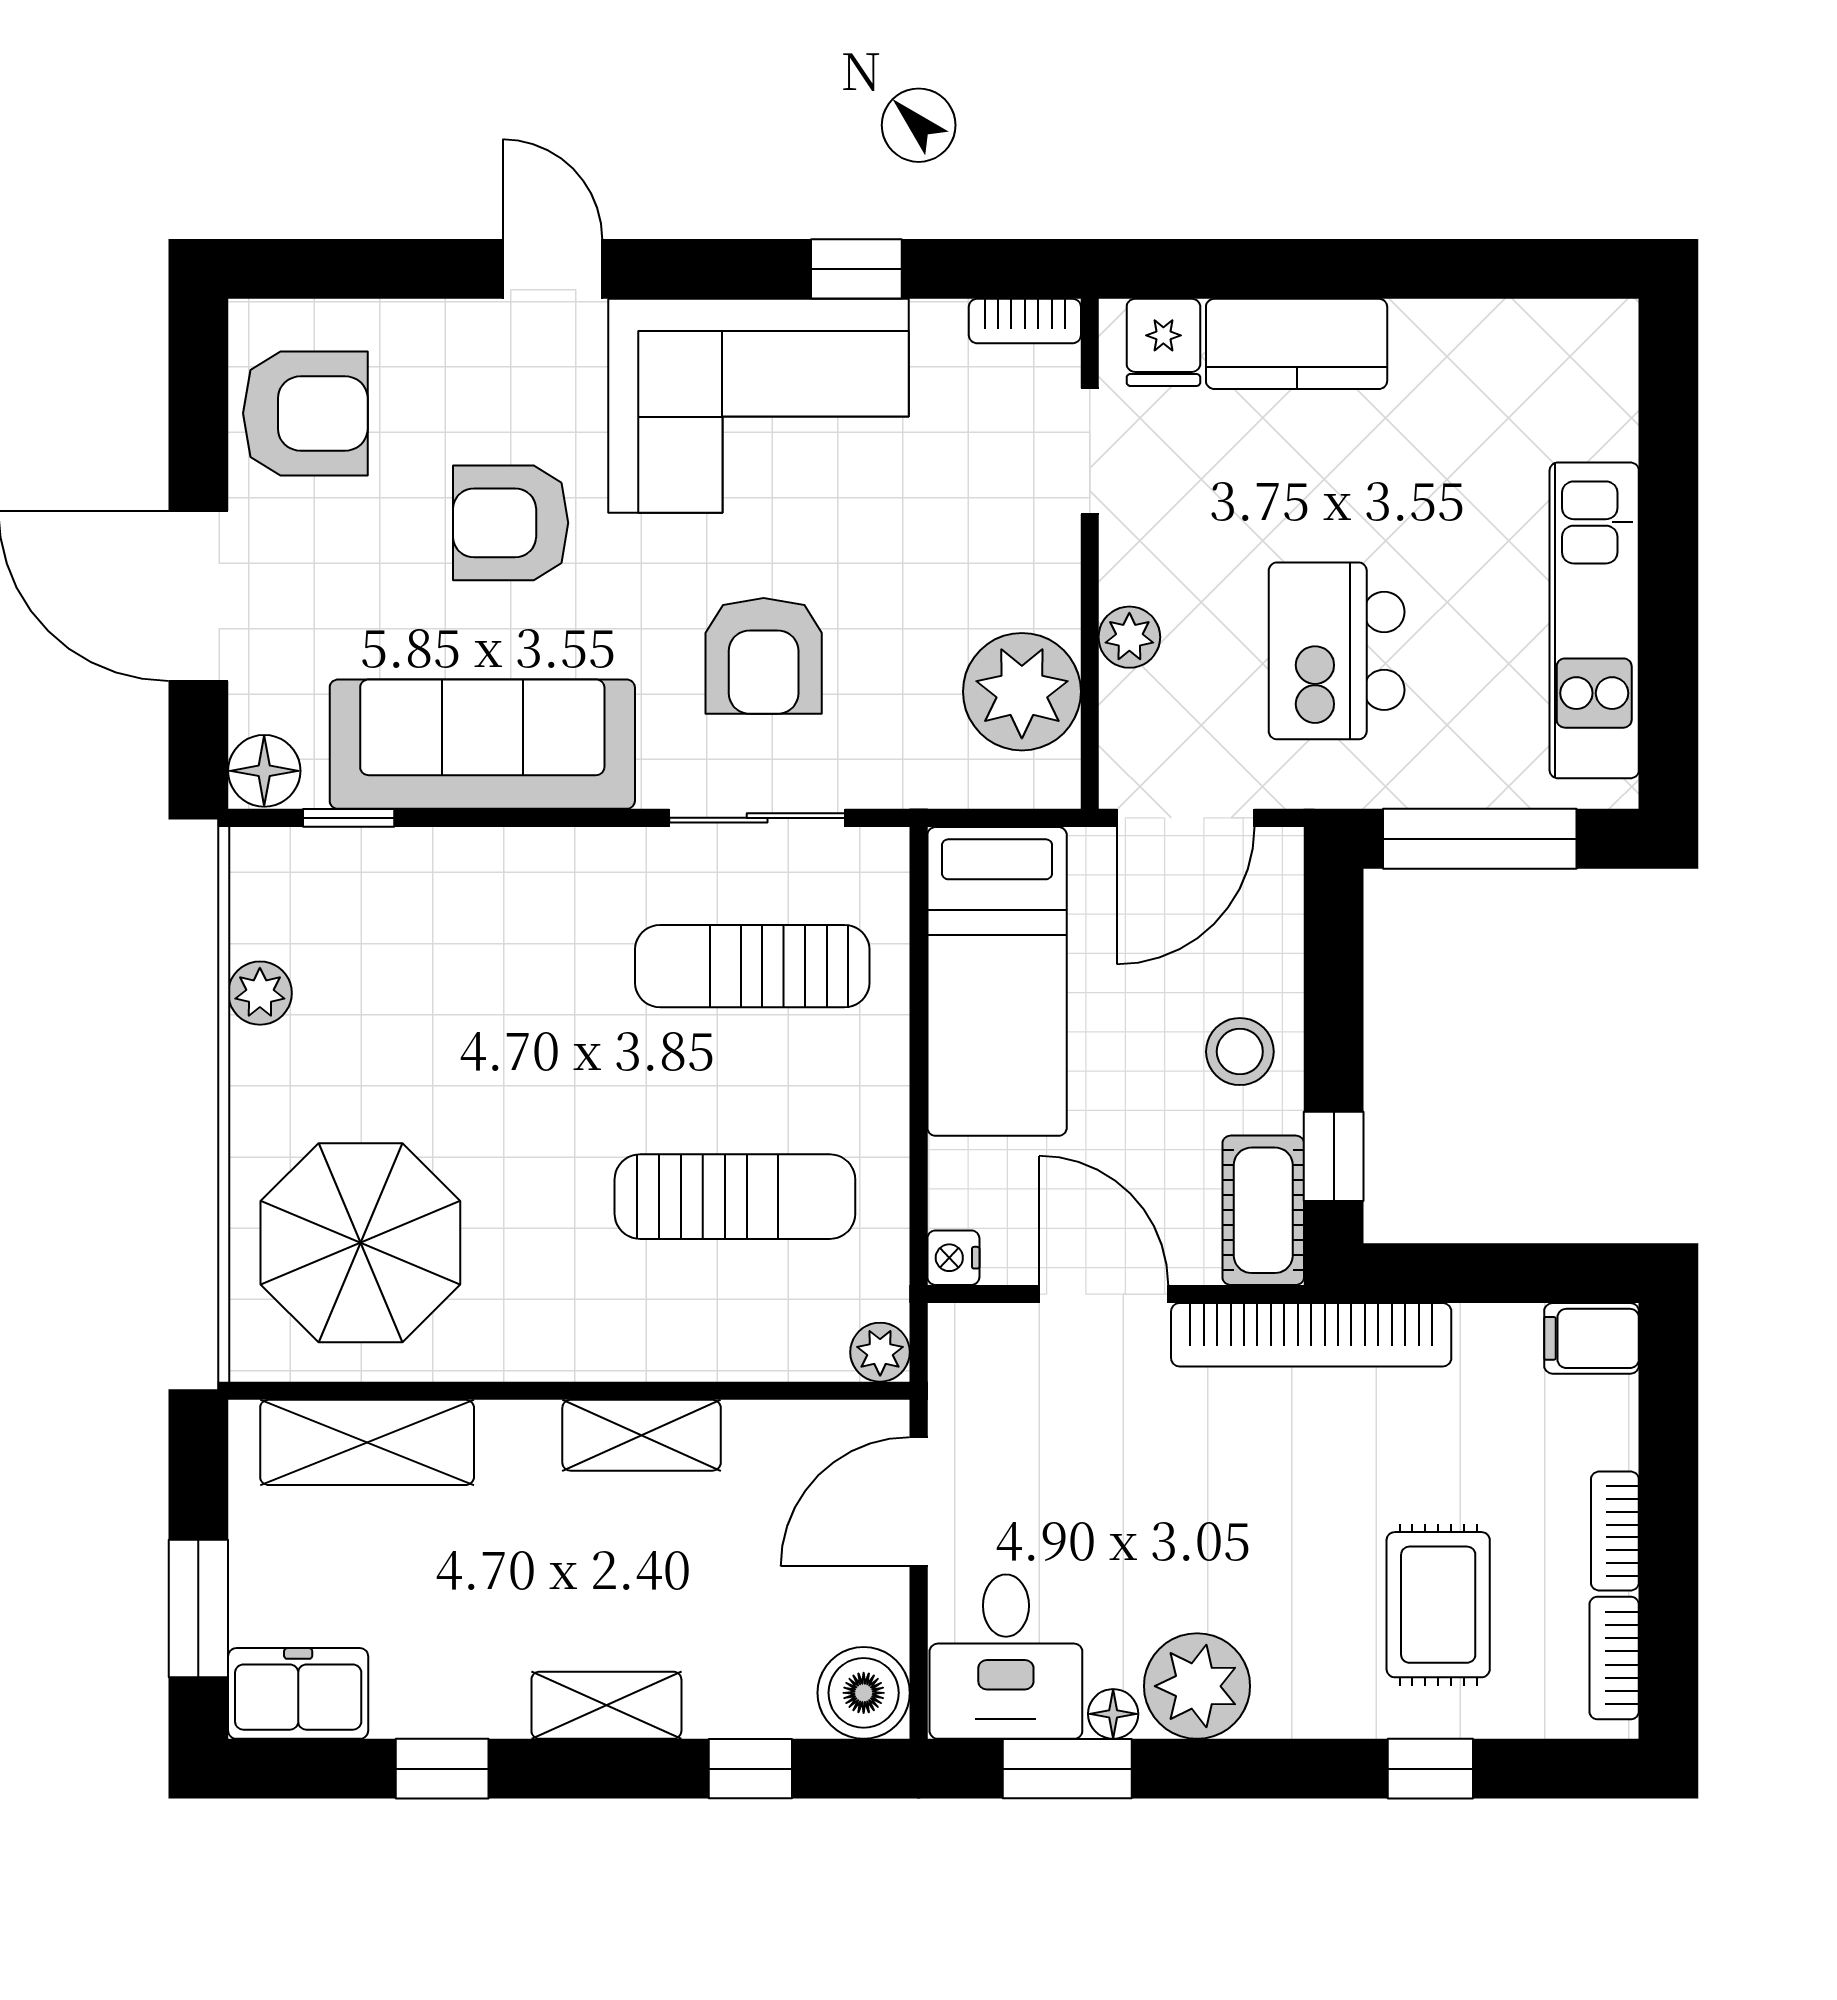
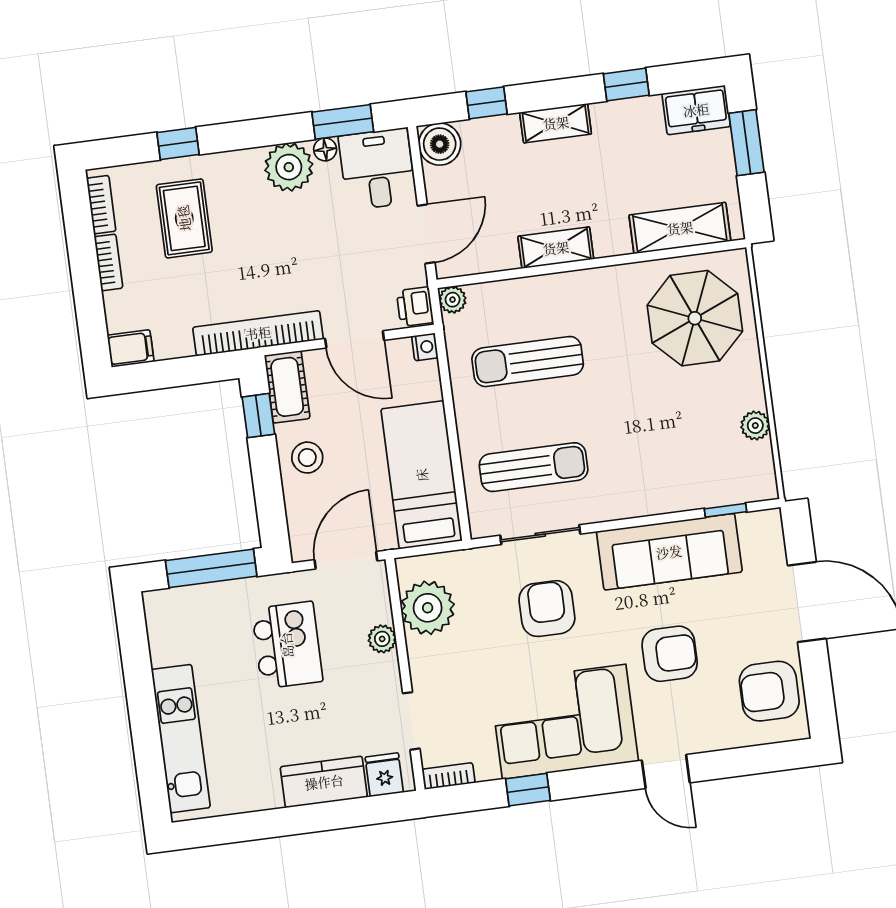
kitchen unit: (1594, 620) -> (181, 739), moved
floor lamp: (264, 771) -> (767, 527), removed
printer: (964, 1348) -> (415, 307), added

